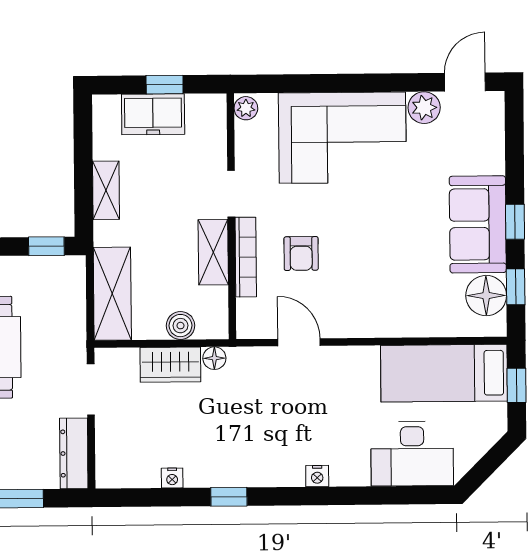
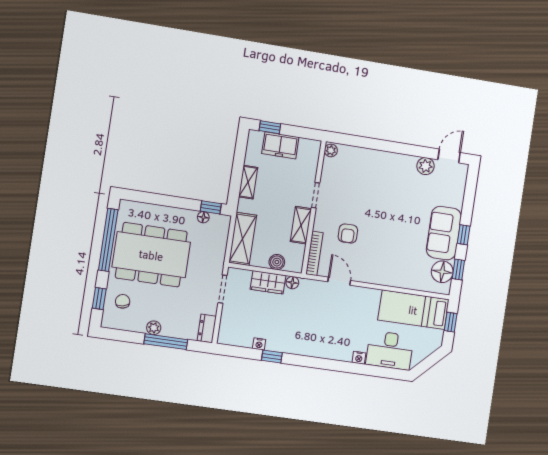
window: (165, 85) -> (270, 127), moved
corner sofa: (342, 138) -> (380, 175), removed
bookcase: (246, 257) -> (314, 253), moved
floor lamp: (36, 266) -> (203, 217), added
dresser: (74, 453) -> (207, 328), width x0.70
nightstand: (317, 476) -> (359, 358), moved
window: (229, 497) -> (272, 356), moved

